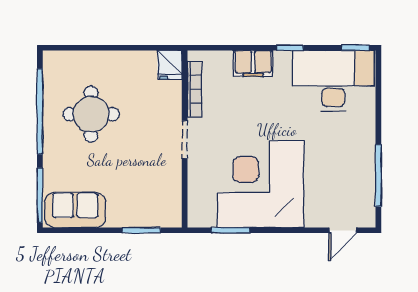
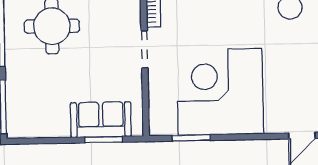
sofa: (75, 210) -> (101, 120), moved

